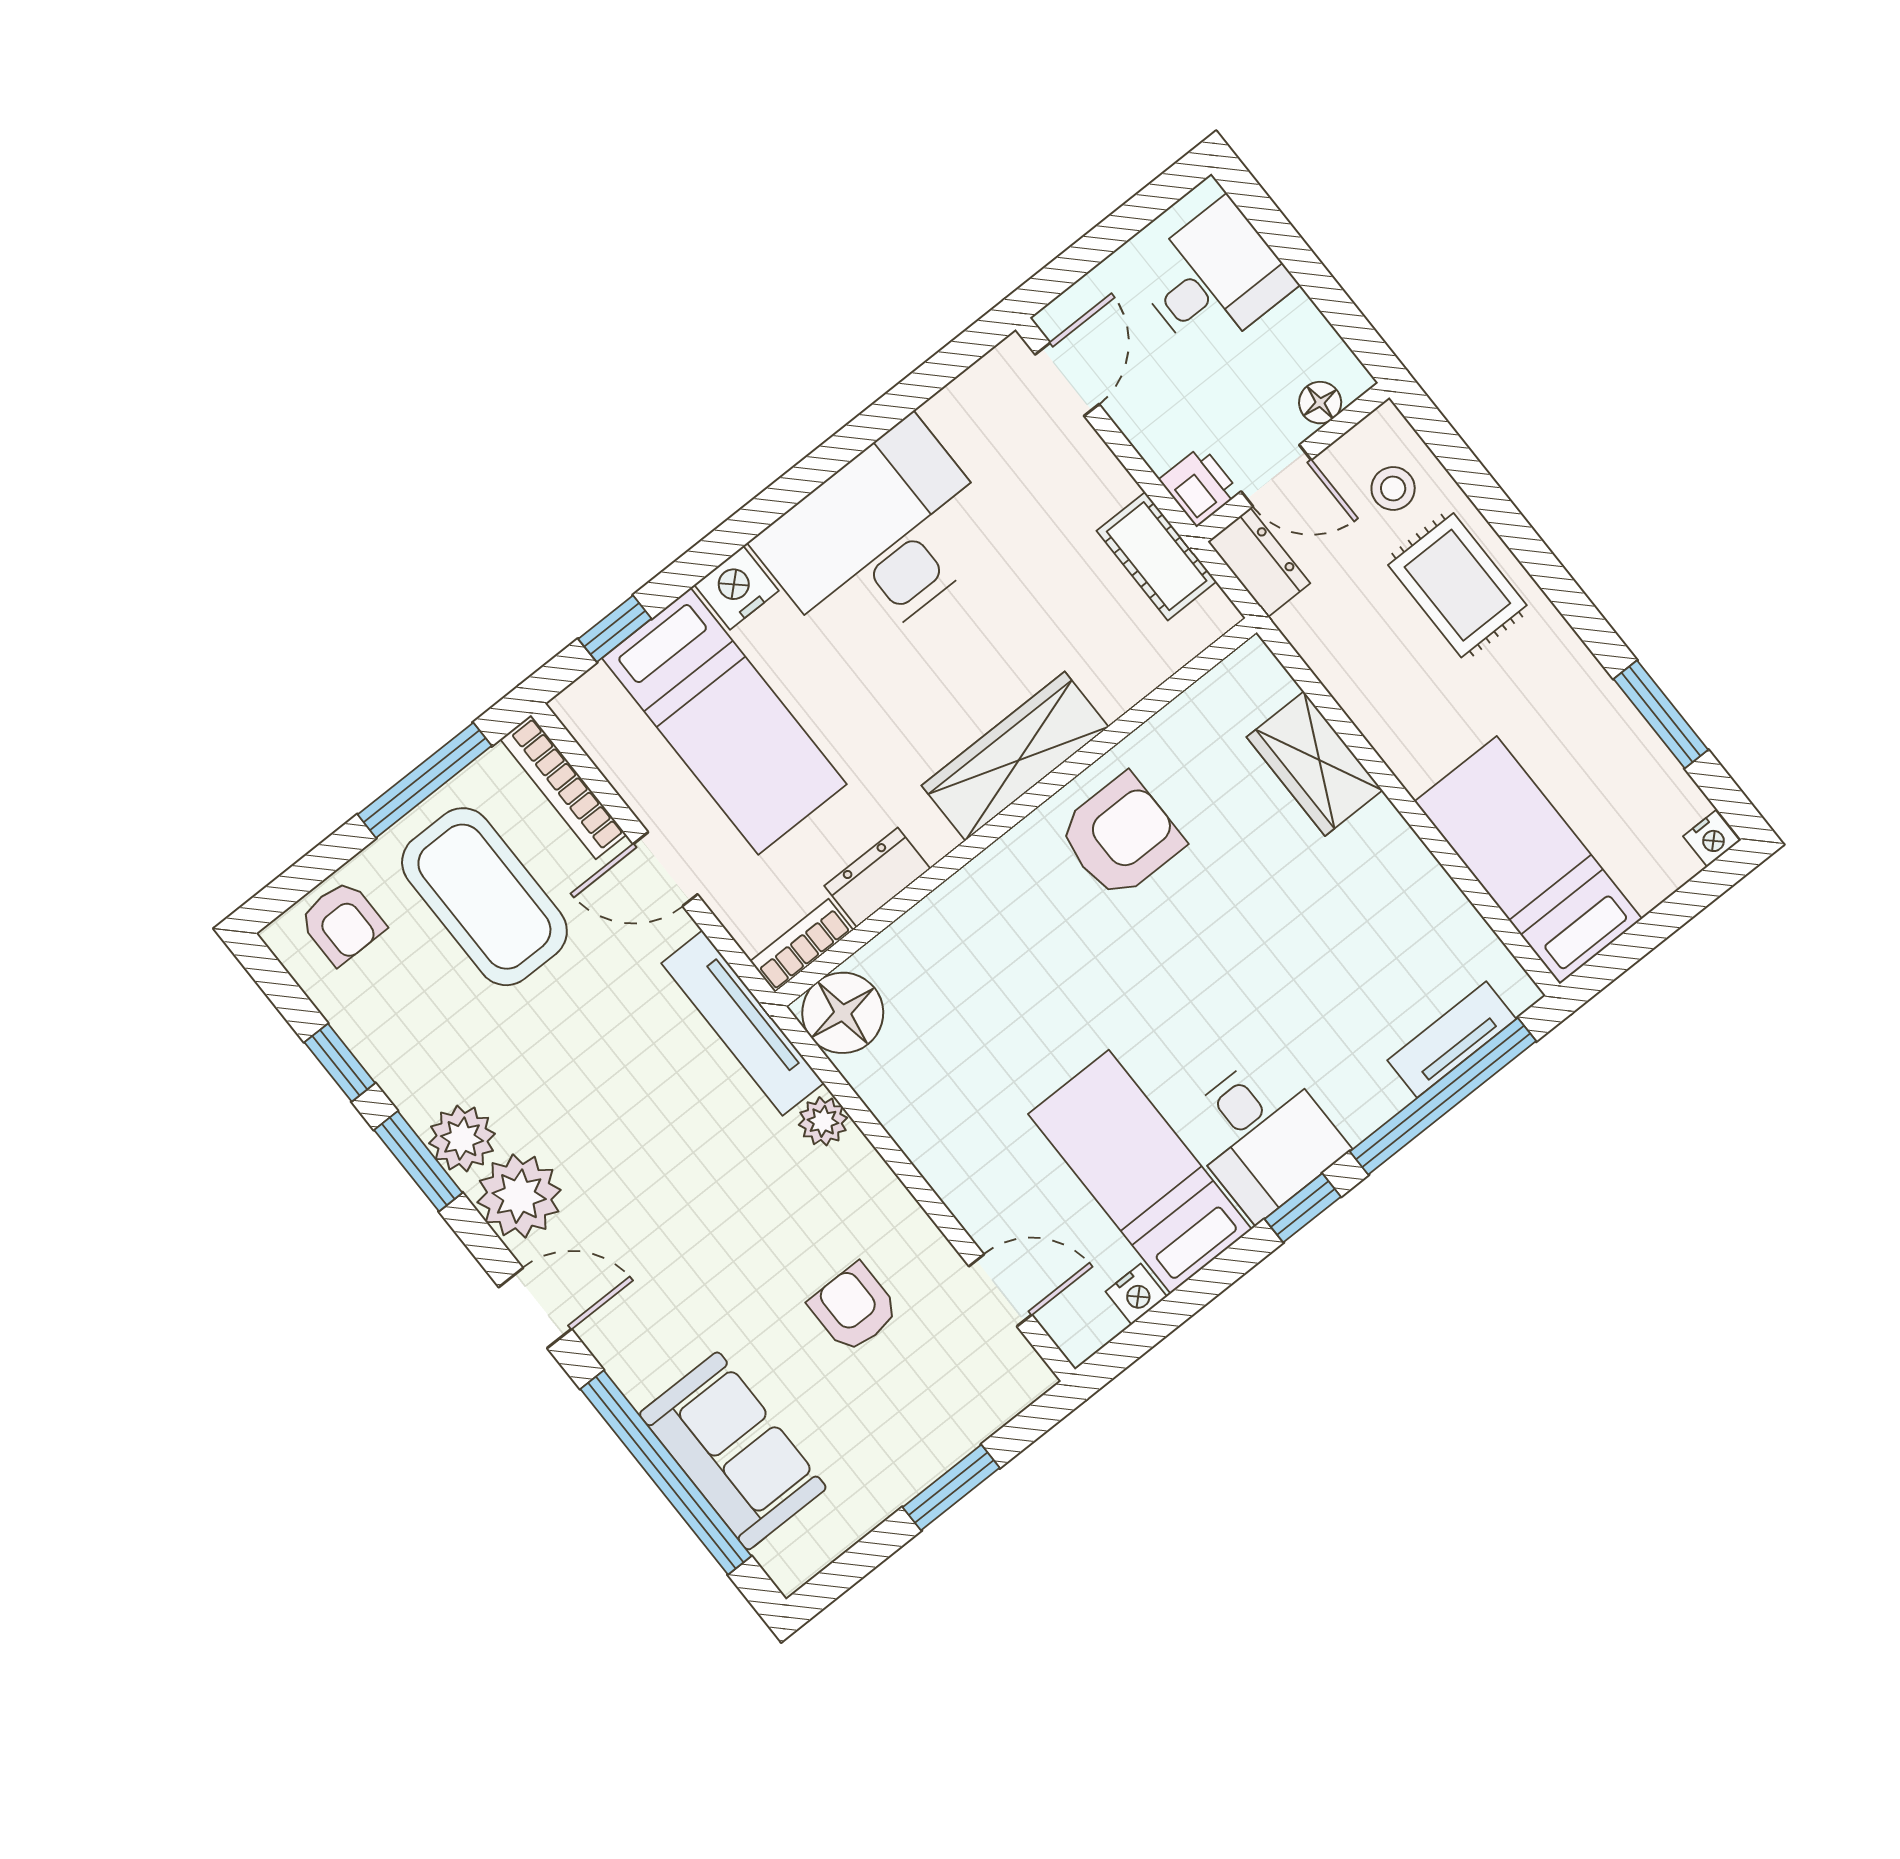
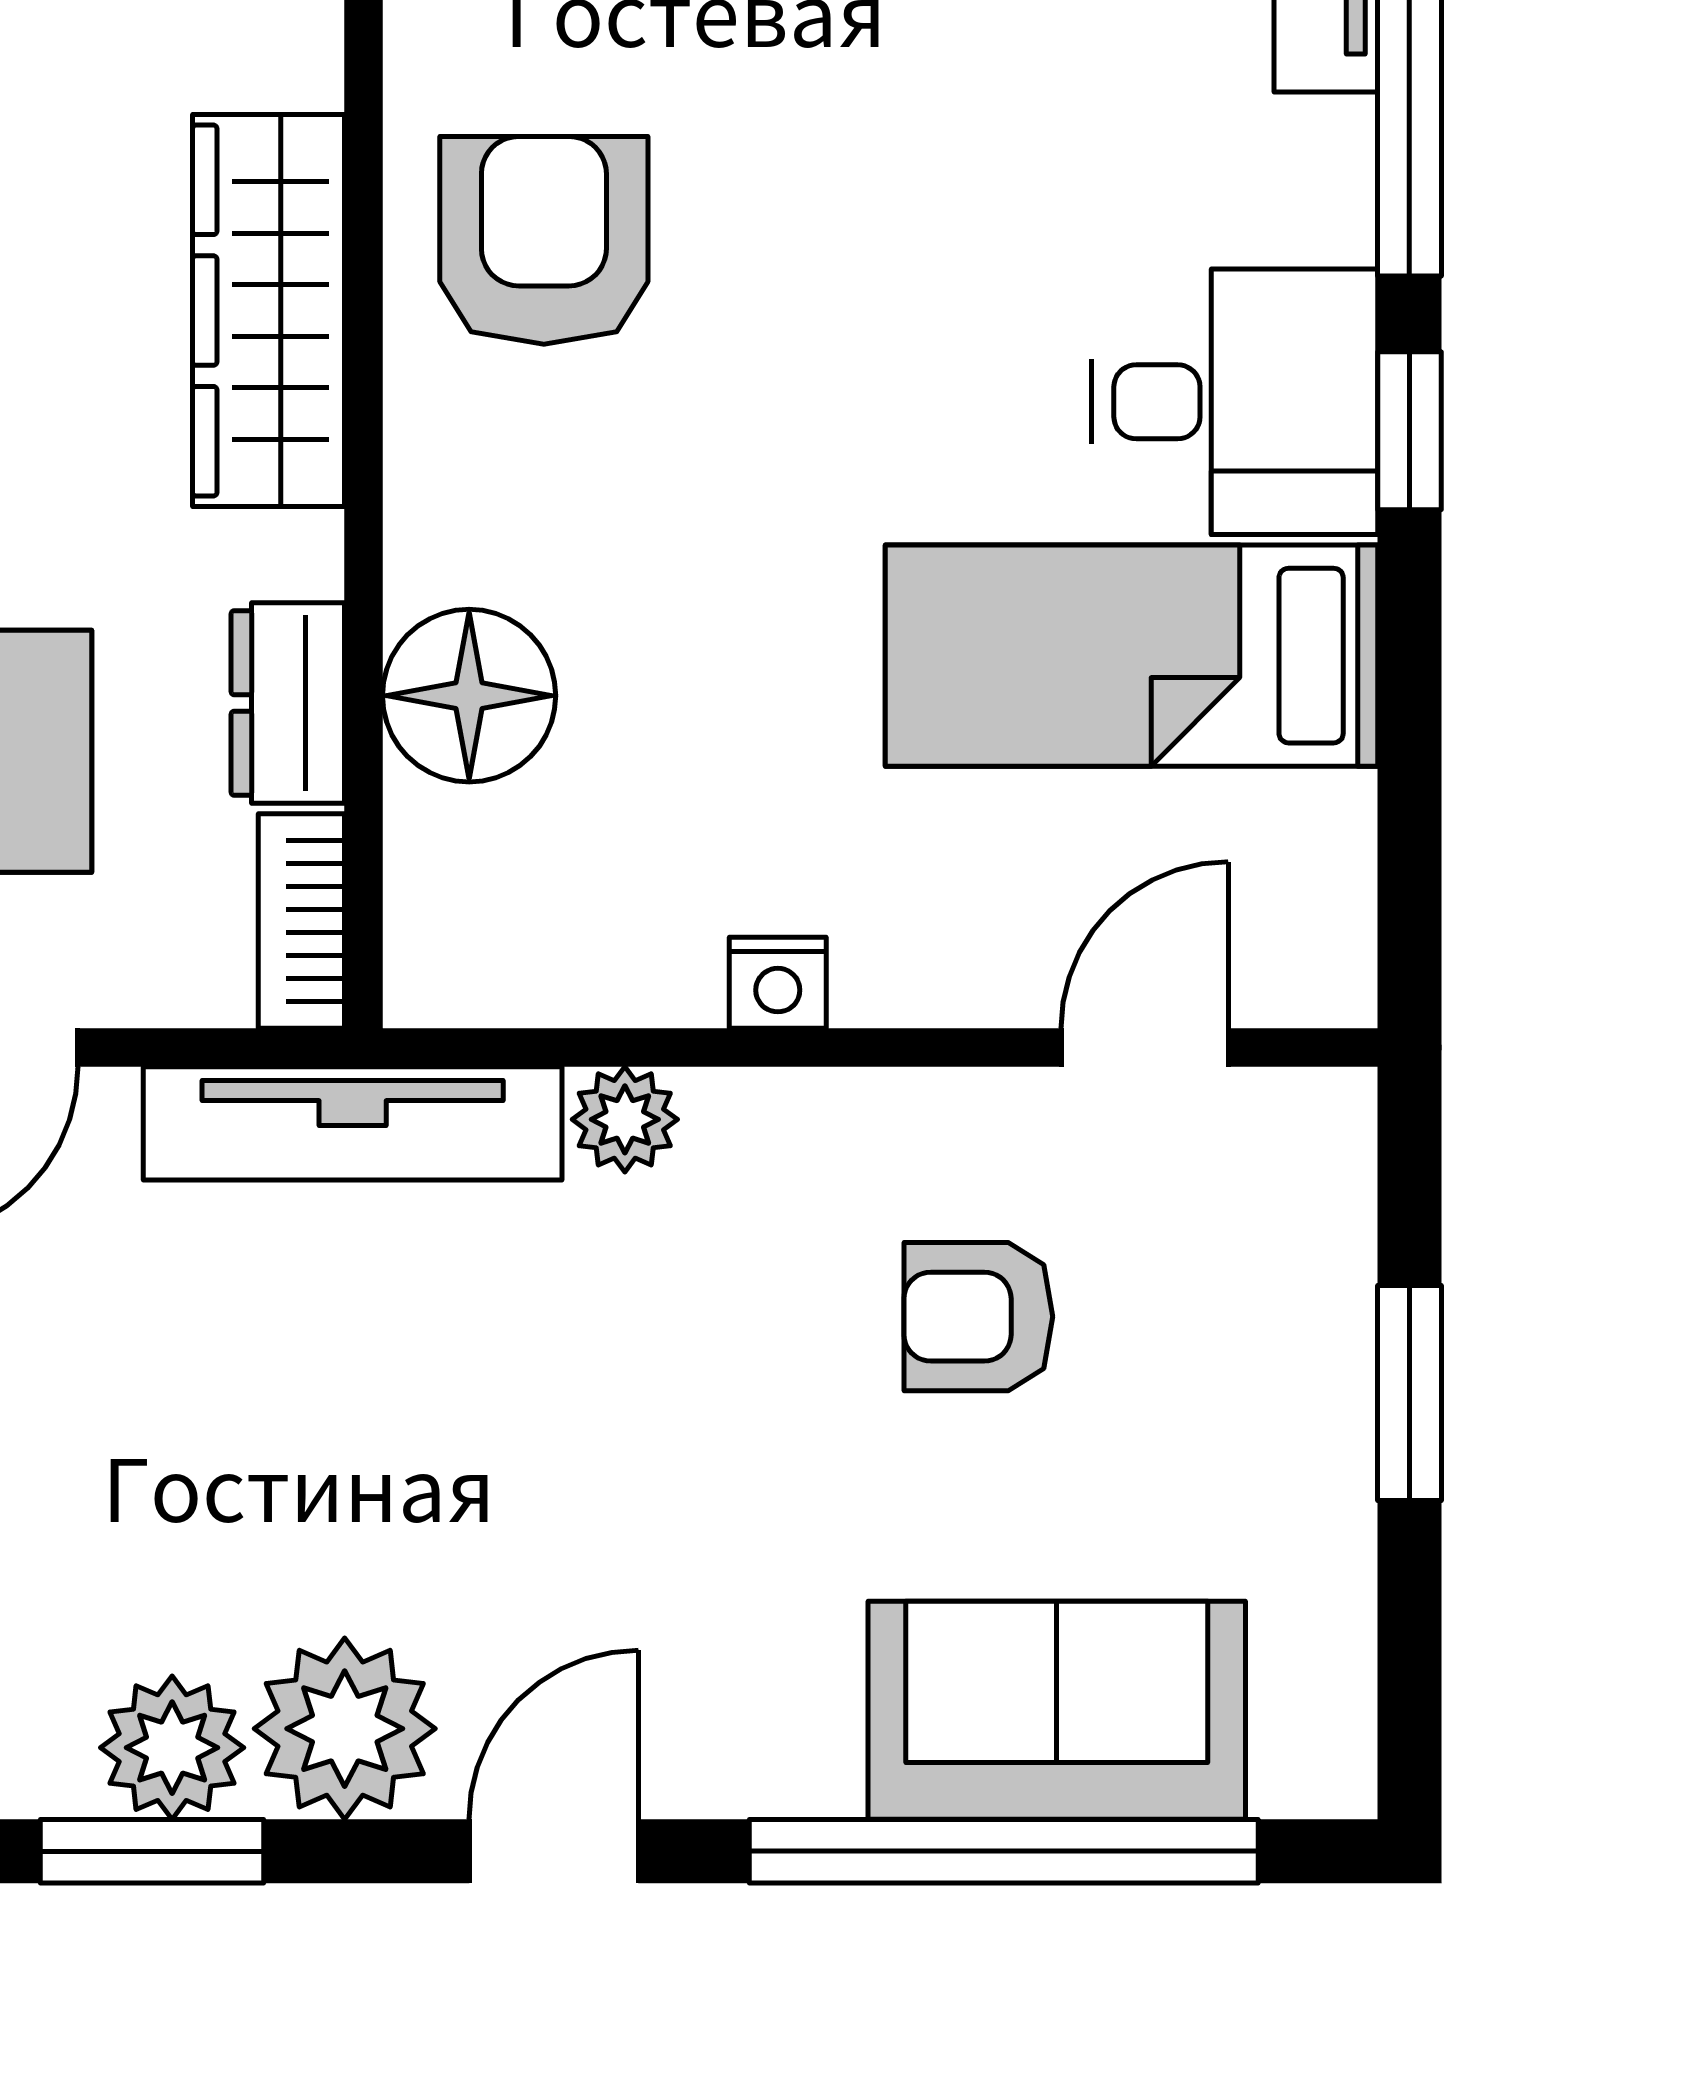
floor lamp: (843, 1013) -> (469, 696), moved
nightstand: (1136, 1294) -> (778, 983), moved, turned 90

